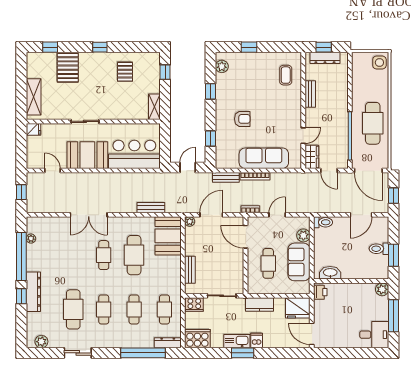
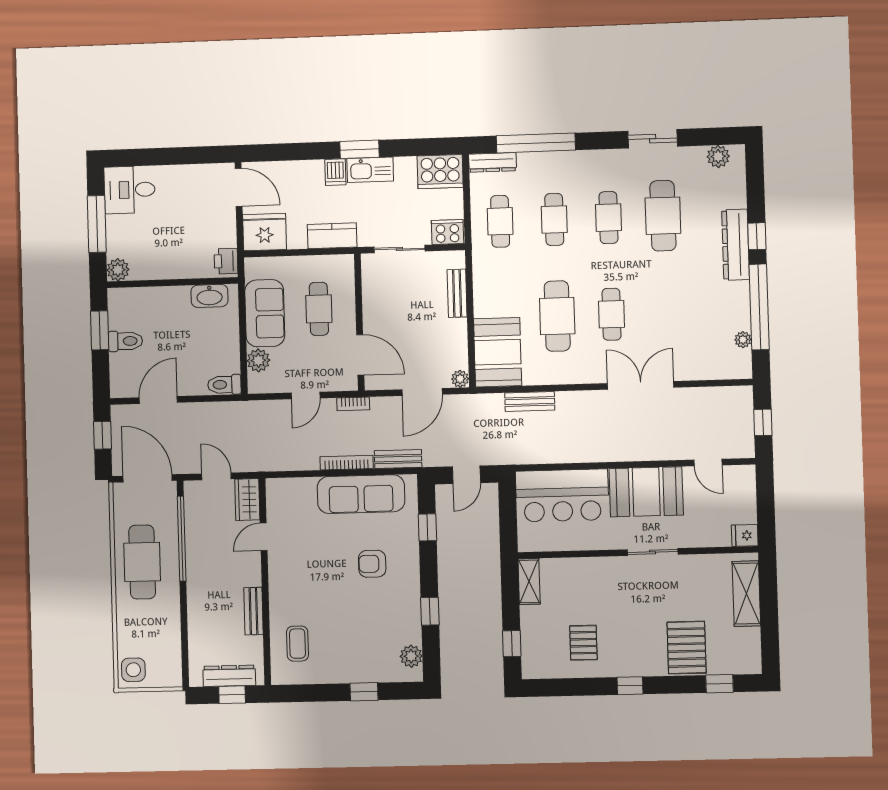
sofa: (264, 158) -> (361, 494), moved

